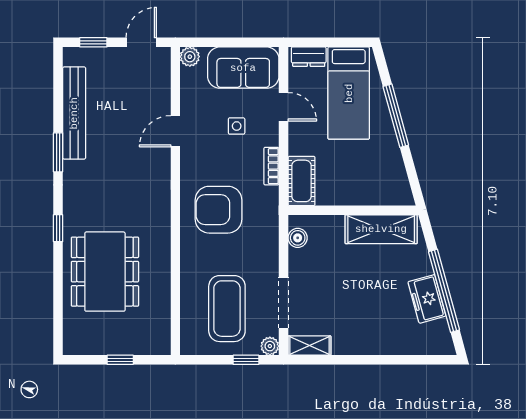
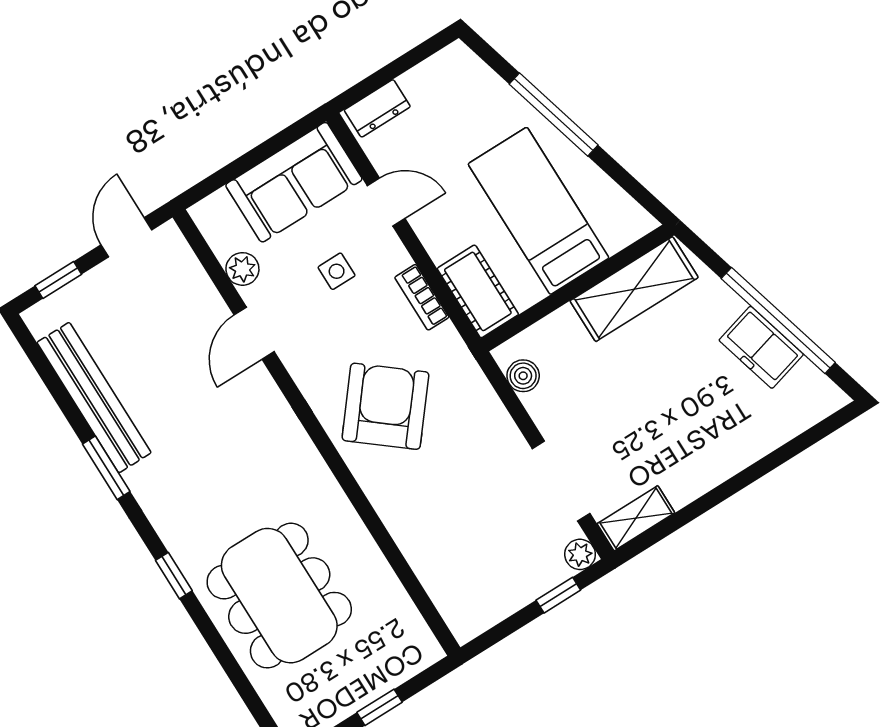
plant: (190, 57) -> (242, 269), moved
bed: (349, 93) -> (539, 211), moved, turned 180
armchair: (219, 210) -> (385, 406), turned 129
coffee table: (227, 309) -> (486, 539), removed

